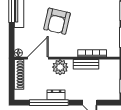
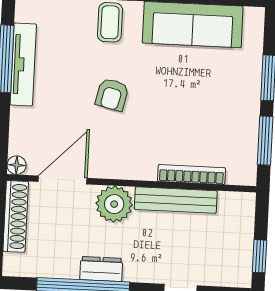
armchair: (57, 21) -> (112, 95), width x0.53, depth x0.53
bench: (86, 64) -> (176, 200), width x1.36

